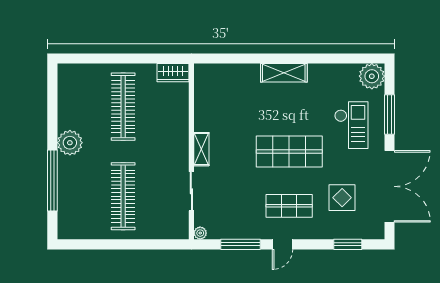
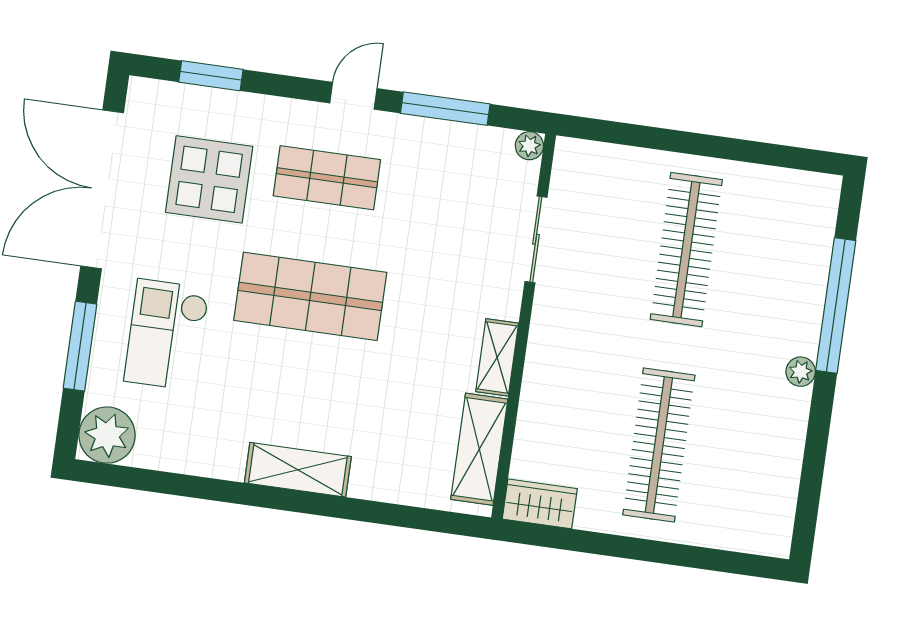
shelving: (204, 93) -> (479, 449), added
plant: (70, 143) -> (801, 372), width x0.53, depth x0.53
shelving: (201, 149) -> (497, 357), moved
display table: (342, 198) -> (209, 179), width x1.36, depth x1.36

